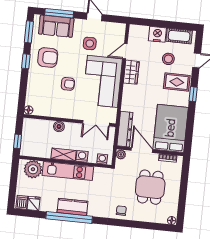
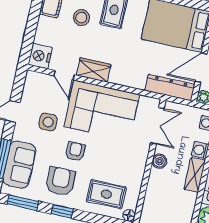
nightstand: (157, 34) -> (40, 56), moved
armchair: (68, 84) -> (75, 152), moved
rug: (42, 92) -> (106, 194), added
boiler: (59, 126) -> (159, 161), moved

